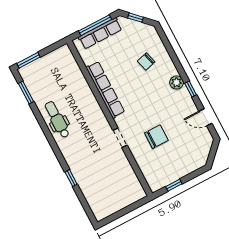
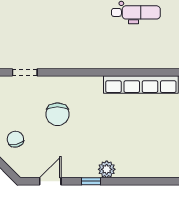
chair: (146, 61) -> (15, 139), moved
doorway: (120, 138) -> (25, 72), moved

